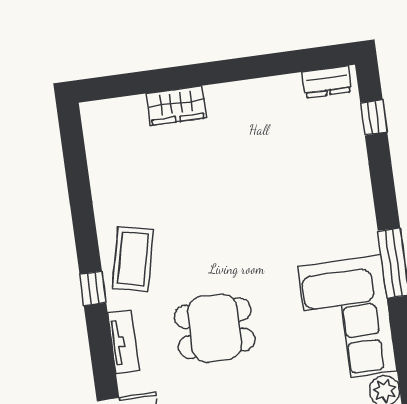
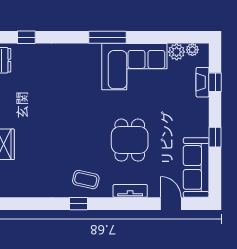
coffee table: (133, 259) -> (86, 180), width x0.73, depth x0.77
window: (93, 288) -> (78, 204), moved

